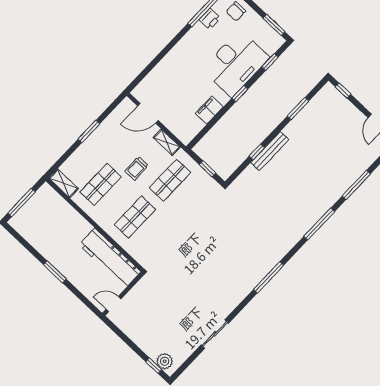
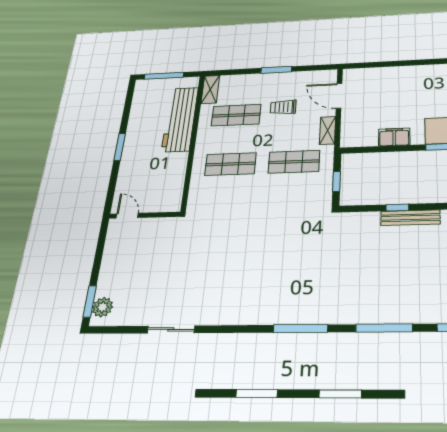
trolley: (137, 168) -> (283, 107), moved
workbench: (110, 258) -> (180, 119), moved
window: (269, 277) -> (300, 329), moved
window: (154, 366) -> (90, 301), width x1.50

